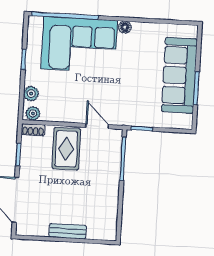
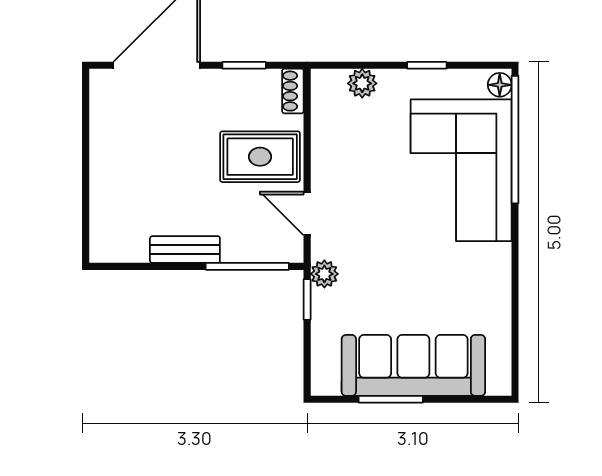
floor lamp: (125, 27) -> (500, 85), moved
plant: (33, 113) -> (324, 274), moved
door: (97, 126) -> (307, 214), swing flipped
bench: (68, 231) -> (185, 250), moved, turned 90

